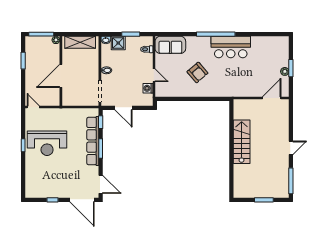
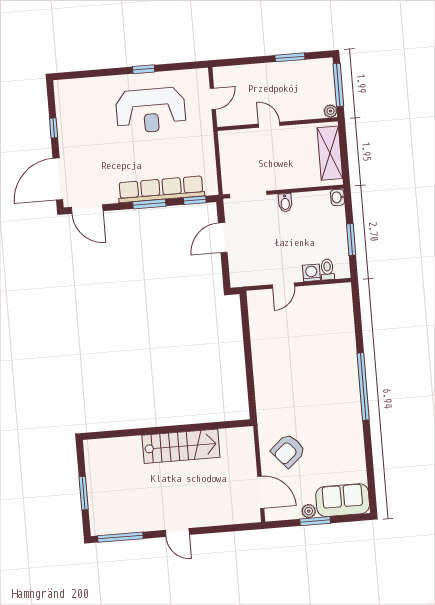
shower: (118, 43) -> (334, 219), removed
sofa: (170, 45) -> (343, 500), moved, turned 90
bar counter: (231, 47) -> (343, 414), removed
armchair: (197, 72) -> (288, 451), moved
door: (61, 76) -> (269, 125), width x0.53
washing machine: (148, 88) -> (311, 273), moved
door: (33, 107) -> (213, 99), moved
reception desk: (47, 143) -> (151, 110), turned -90
door: (101, 184) -> (87, 209), hinge flipped

